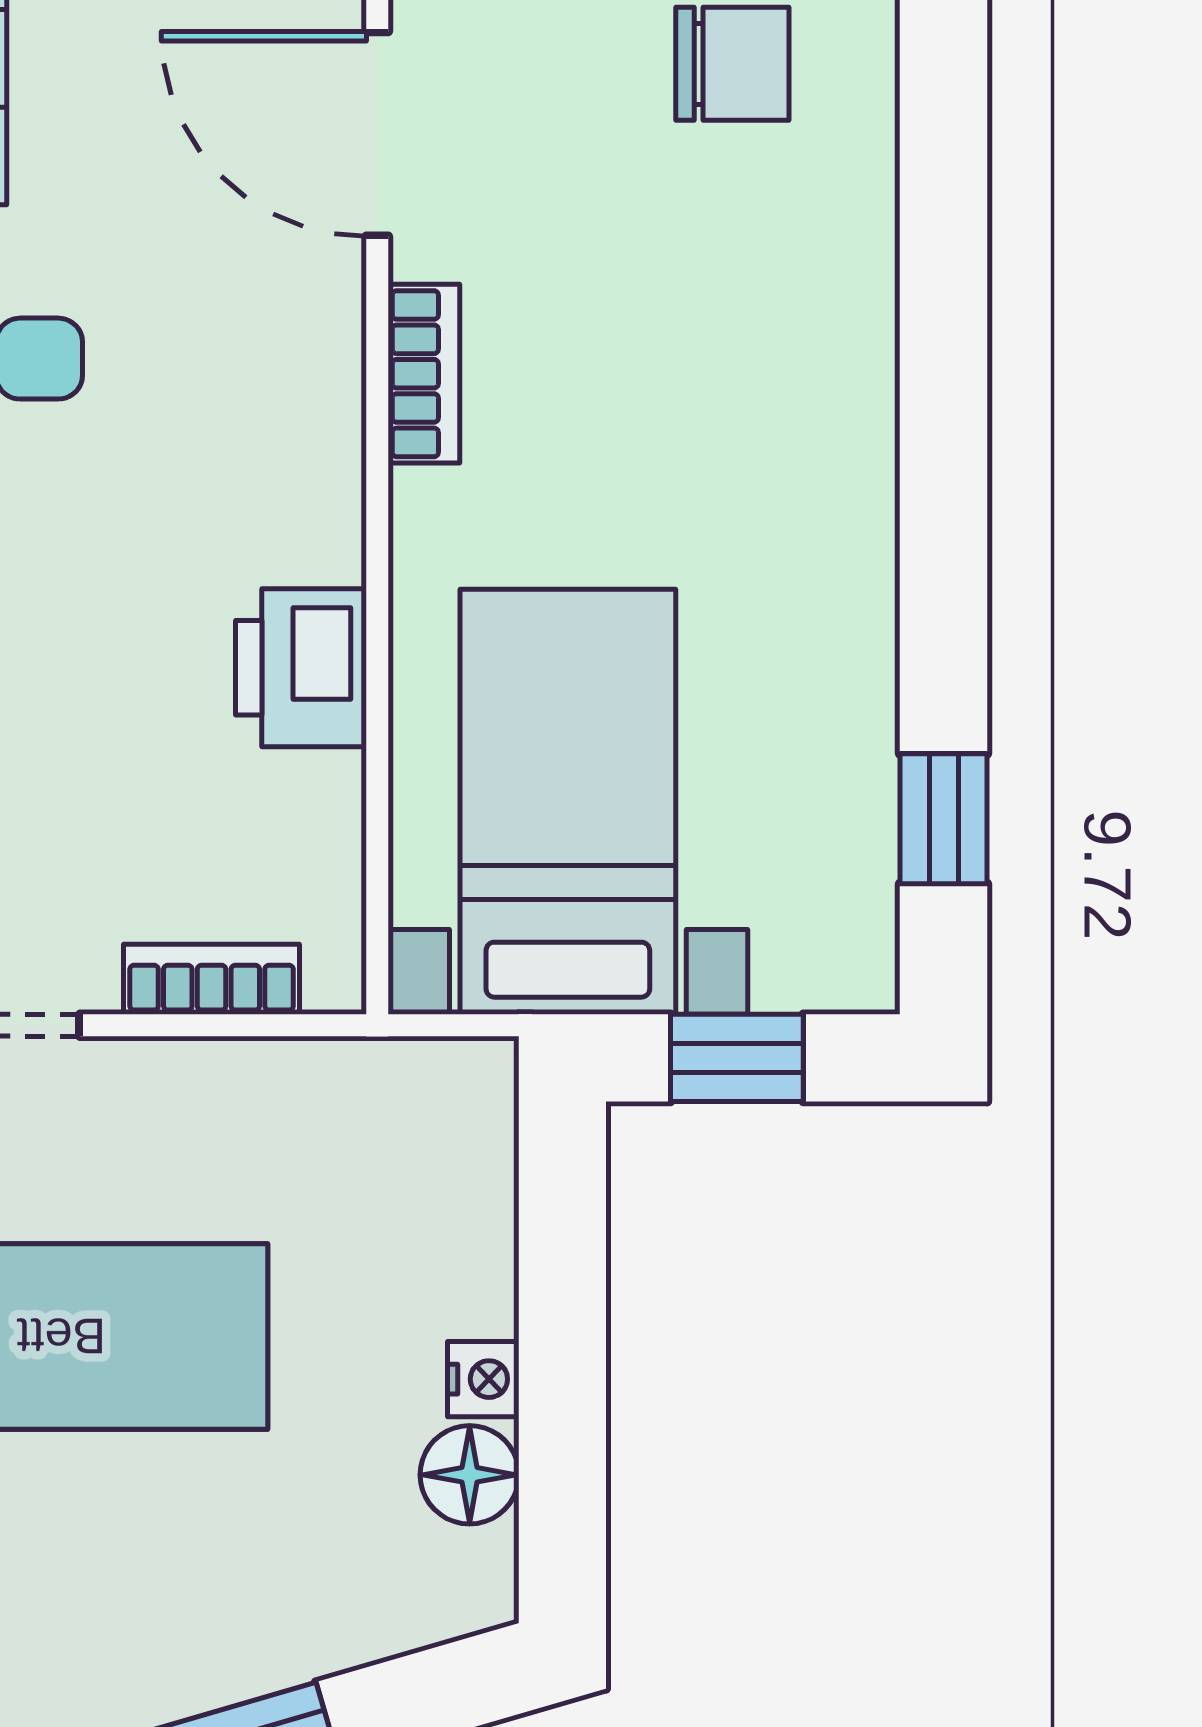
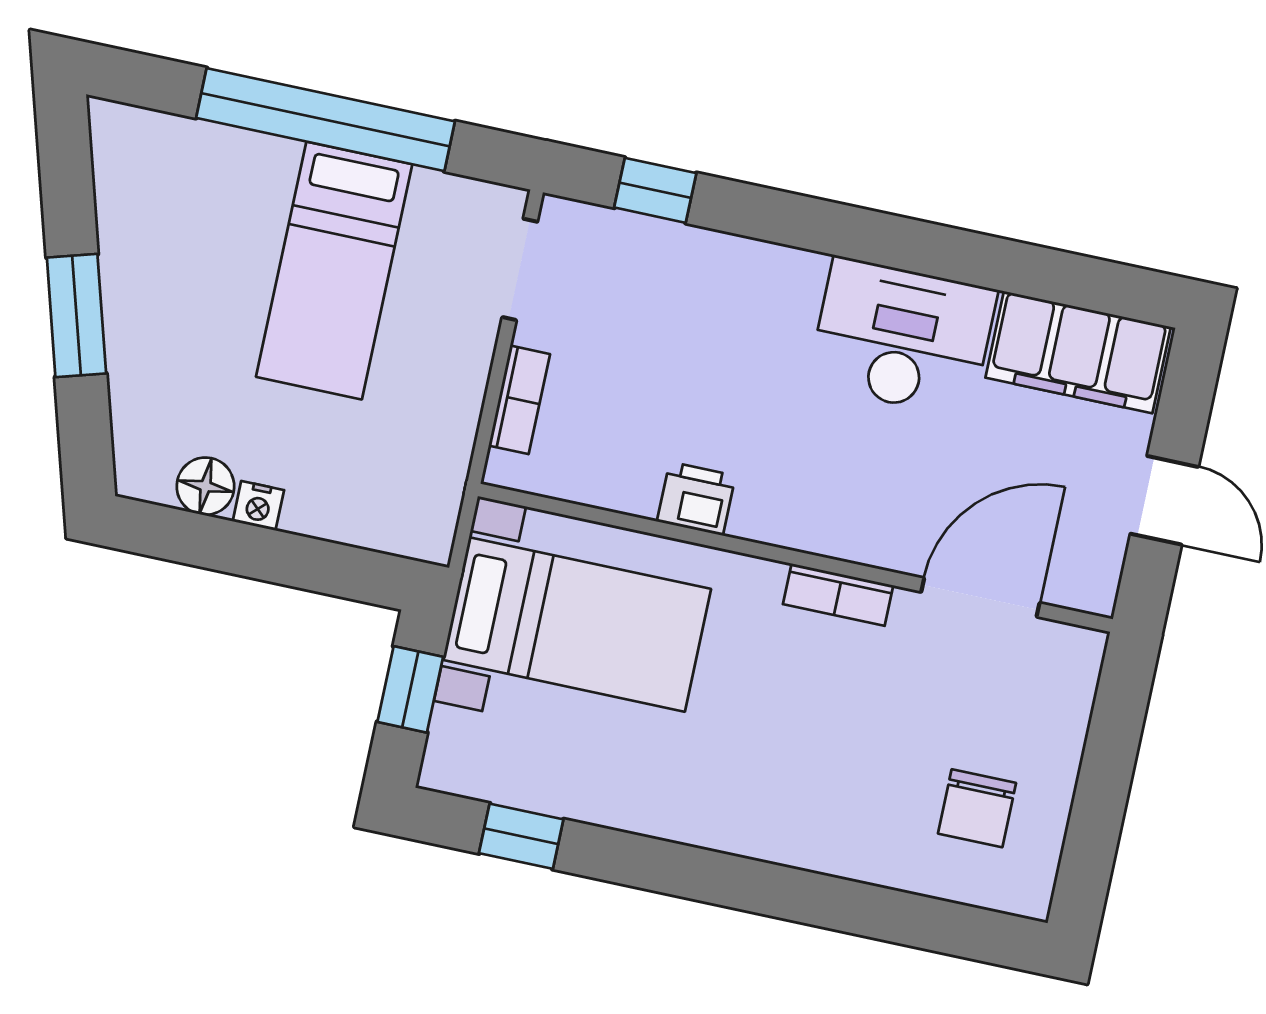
printer: (301, 668) -> (696, 499), width x0.73, depth x0.81

